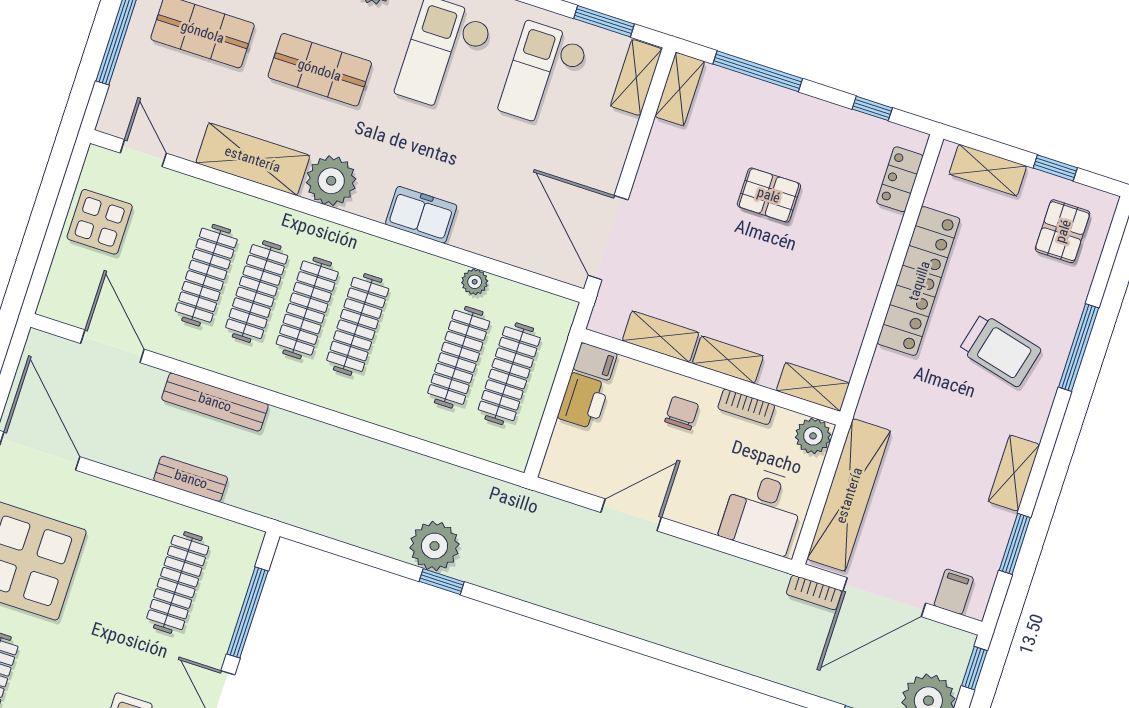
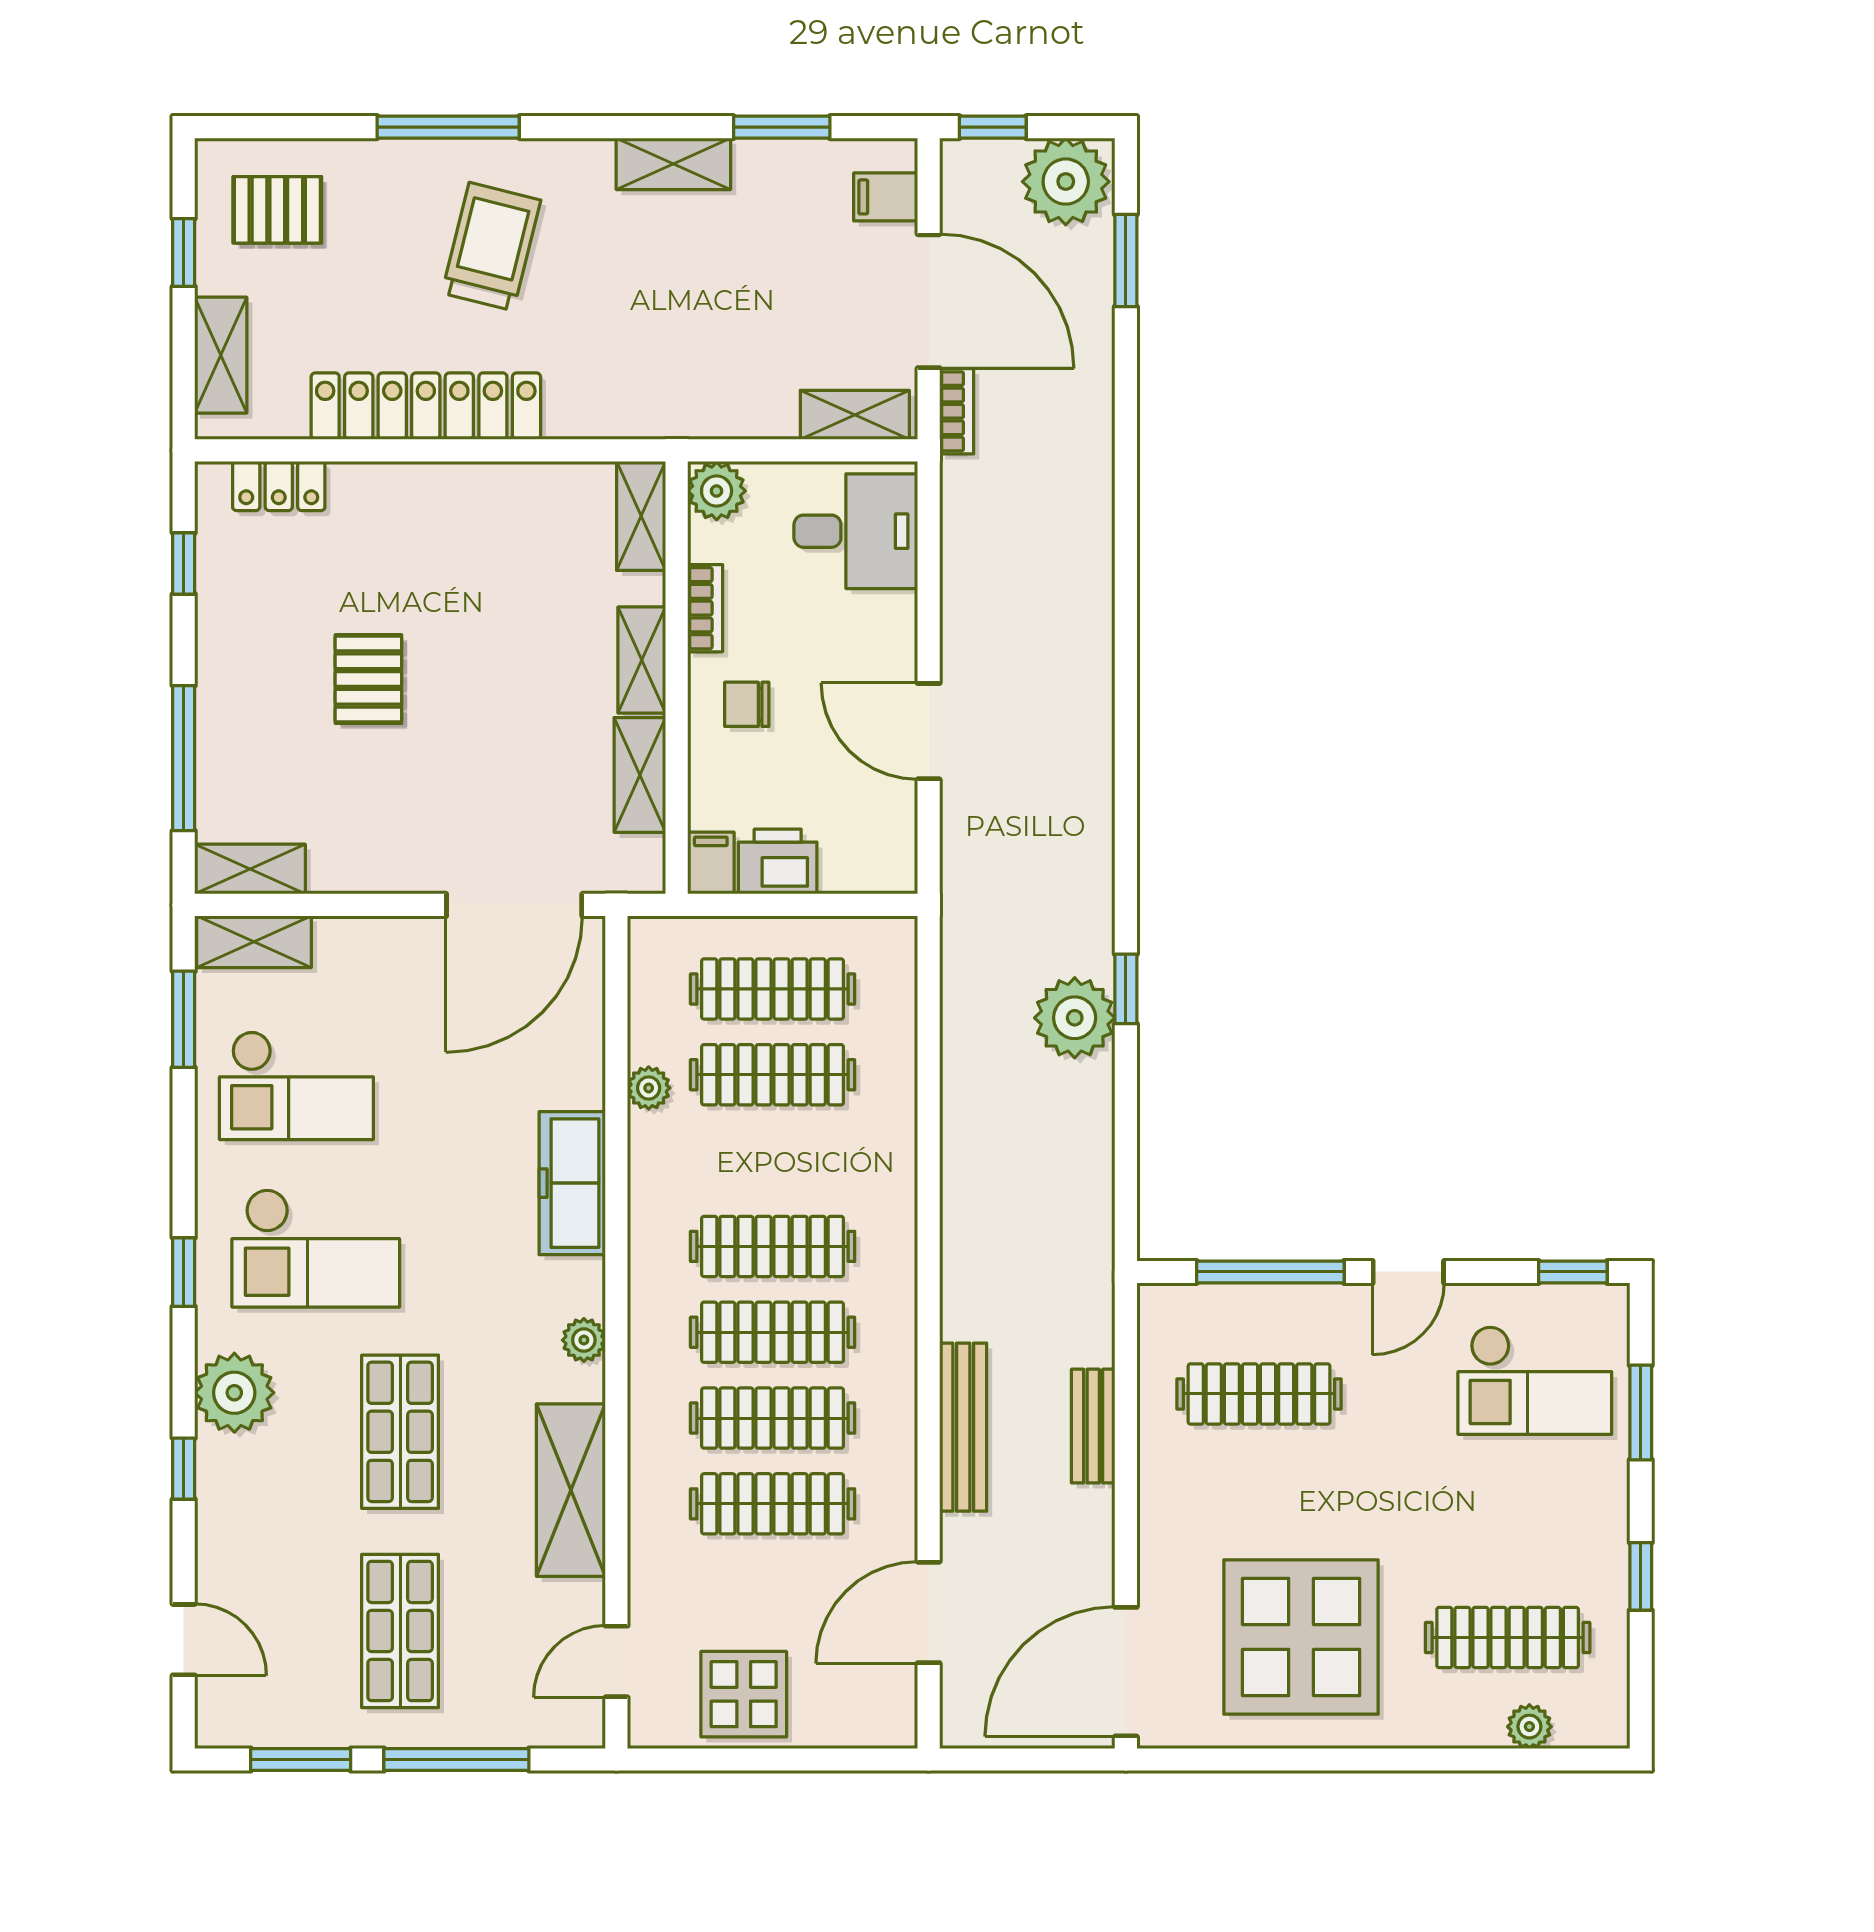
plant: (331, 181) -> (584, 1340), width x0.53, depth x0.53
freezer: (421, 215) -> (572, 1183), width x1.40
shelving: (849, 495) -> (855, 415), width x0.45, depth x0.75

